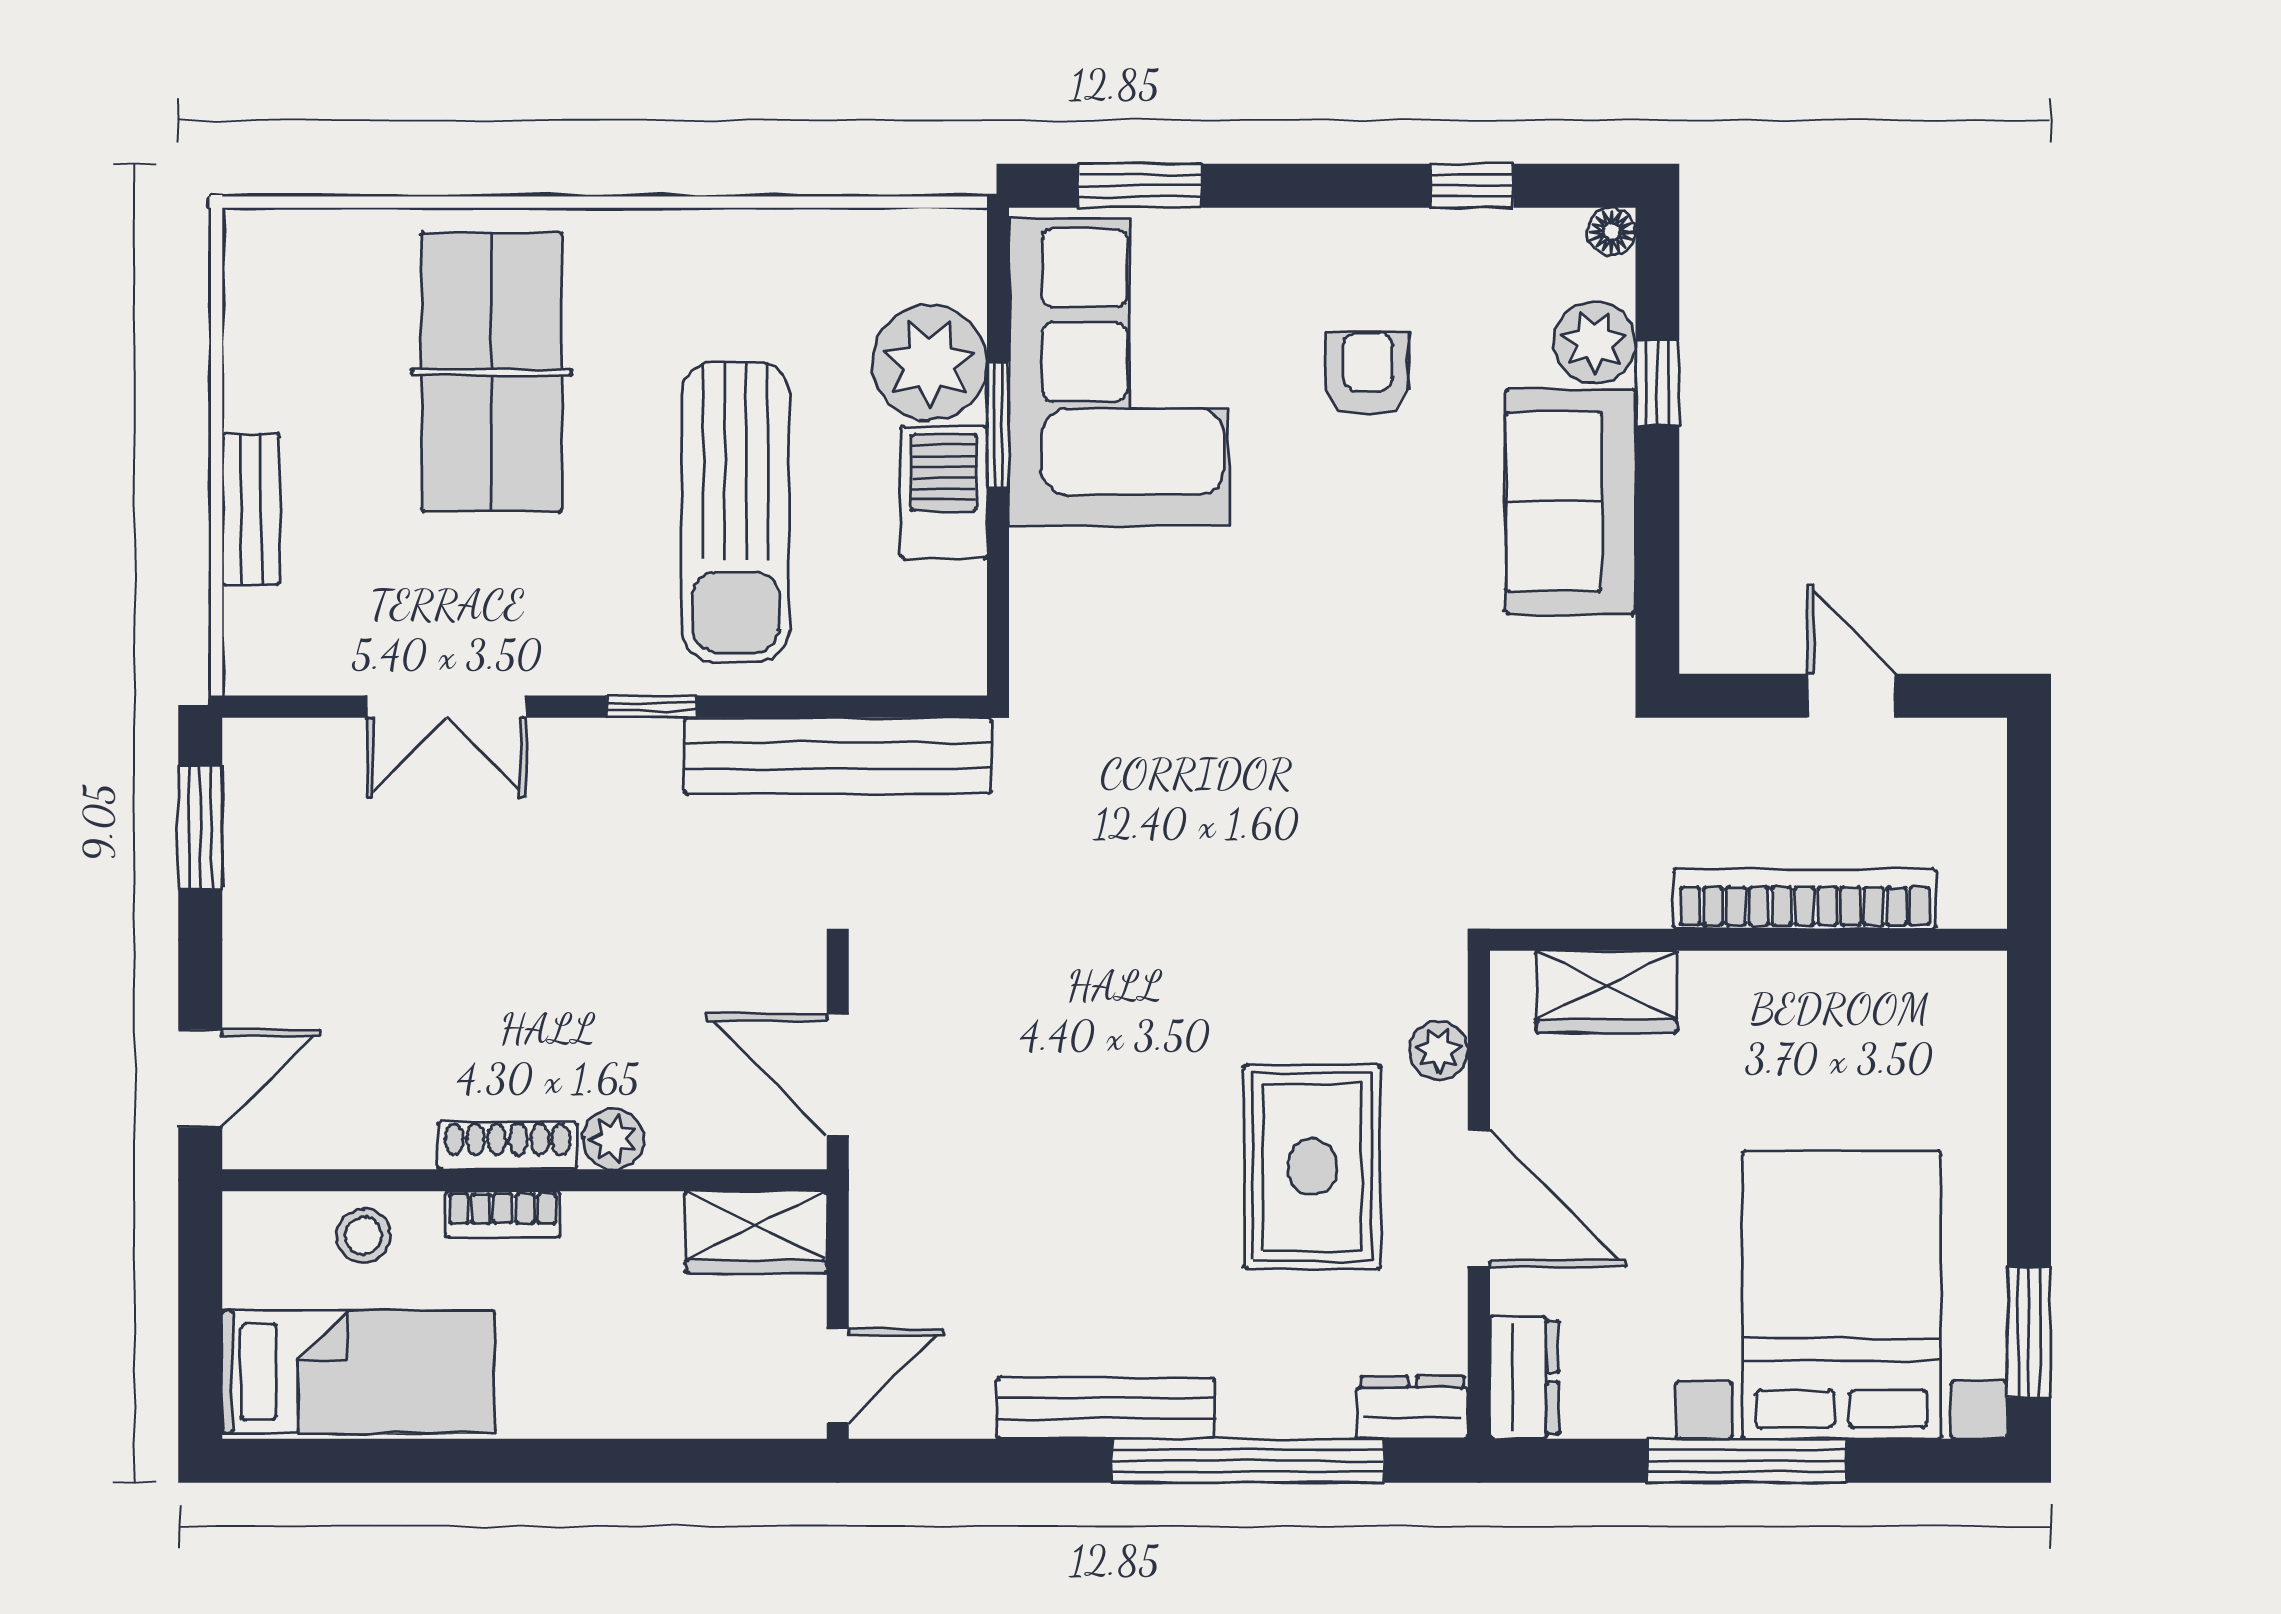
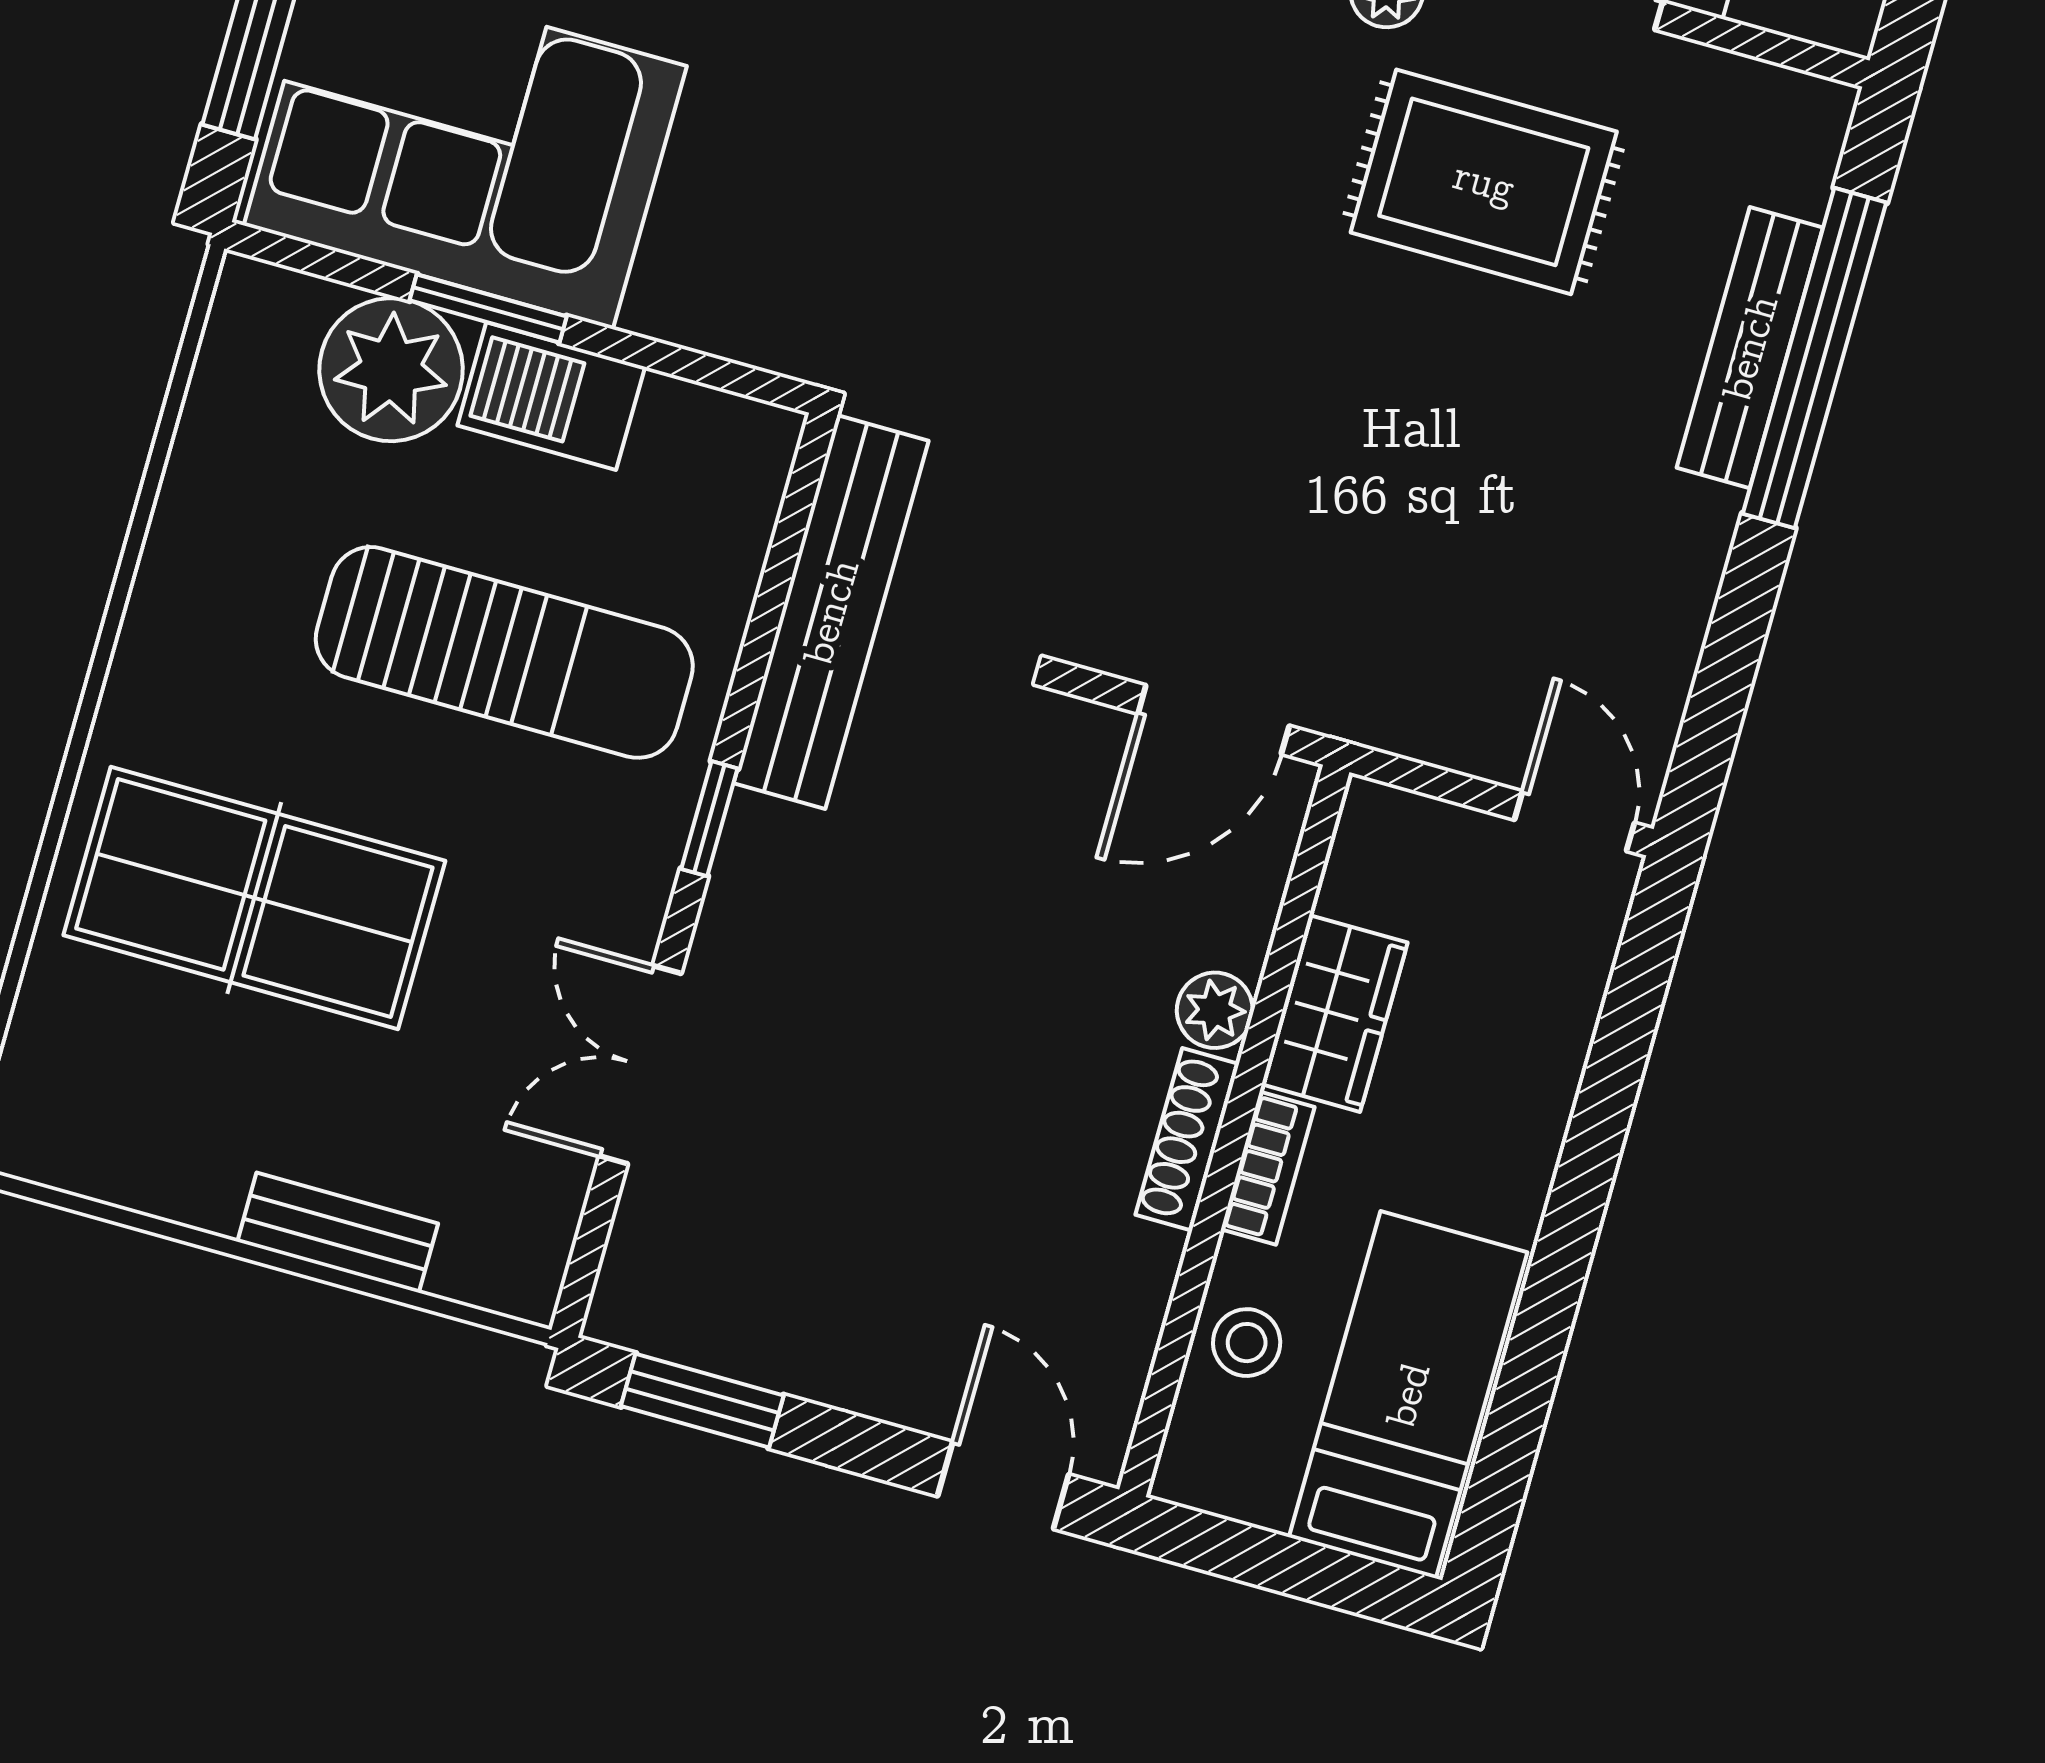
double door: (447, 707) -> (640, 1065), swing flipped
wardrobe: (756, 1232) -> (1335, 1013), moved
dresser: (1412, 1407) -> (1806, 143), removed
bench: (1106, 1408) -> (1750, 348), moved

